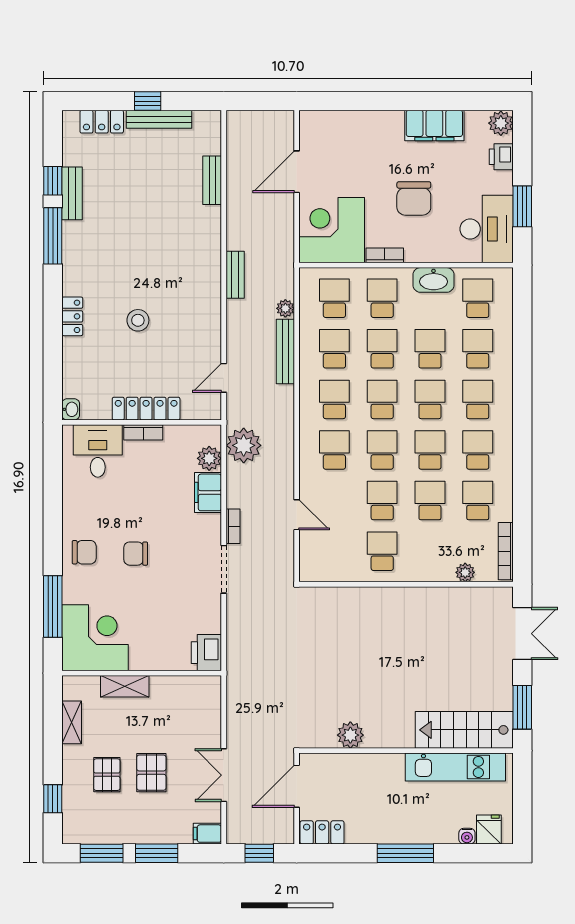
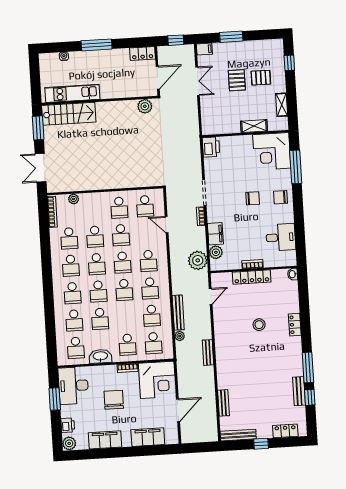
bench: (159, 119) -> (238, 435), moved
filing cabinet: (355, 126) -> (148, 437), added
school desk: (382, 349) -> (145, 206), moved
desk: (98, 451) -> (281, 237), moved, turned -90
plant: (350, 735) -> (145, 106), moved
pallet: (107, 775) -> (261, 78), turned 90
fridge: (489, 830) -> (52, 61), removed
window: (102, 853) -> (261, 35), removed

